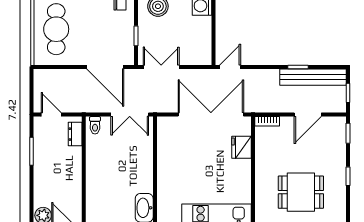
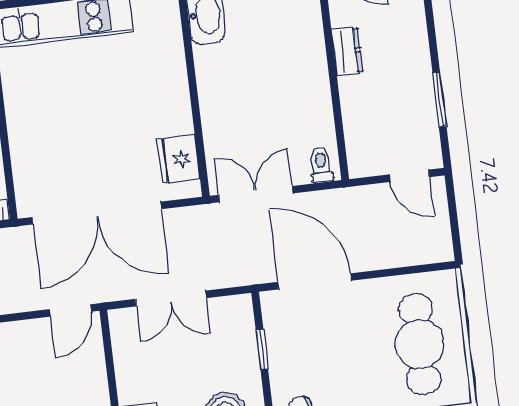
double door: (161, 67) -> (171, 299), moved
dresser: (75, 134) -> (347, 51), moved
fridge: (241, 147) -> (179, 159), moved, turned 180

